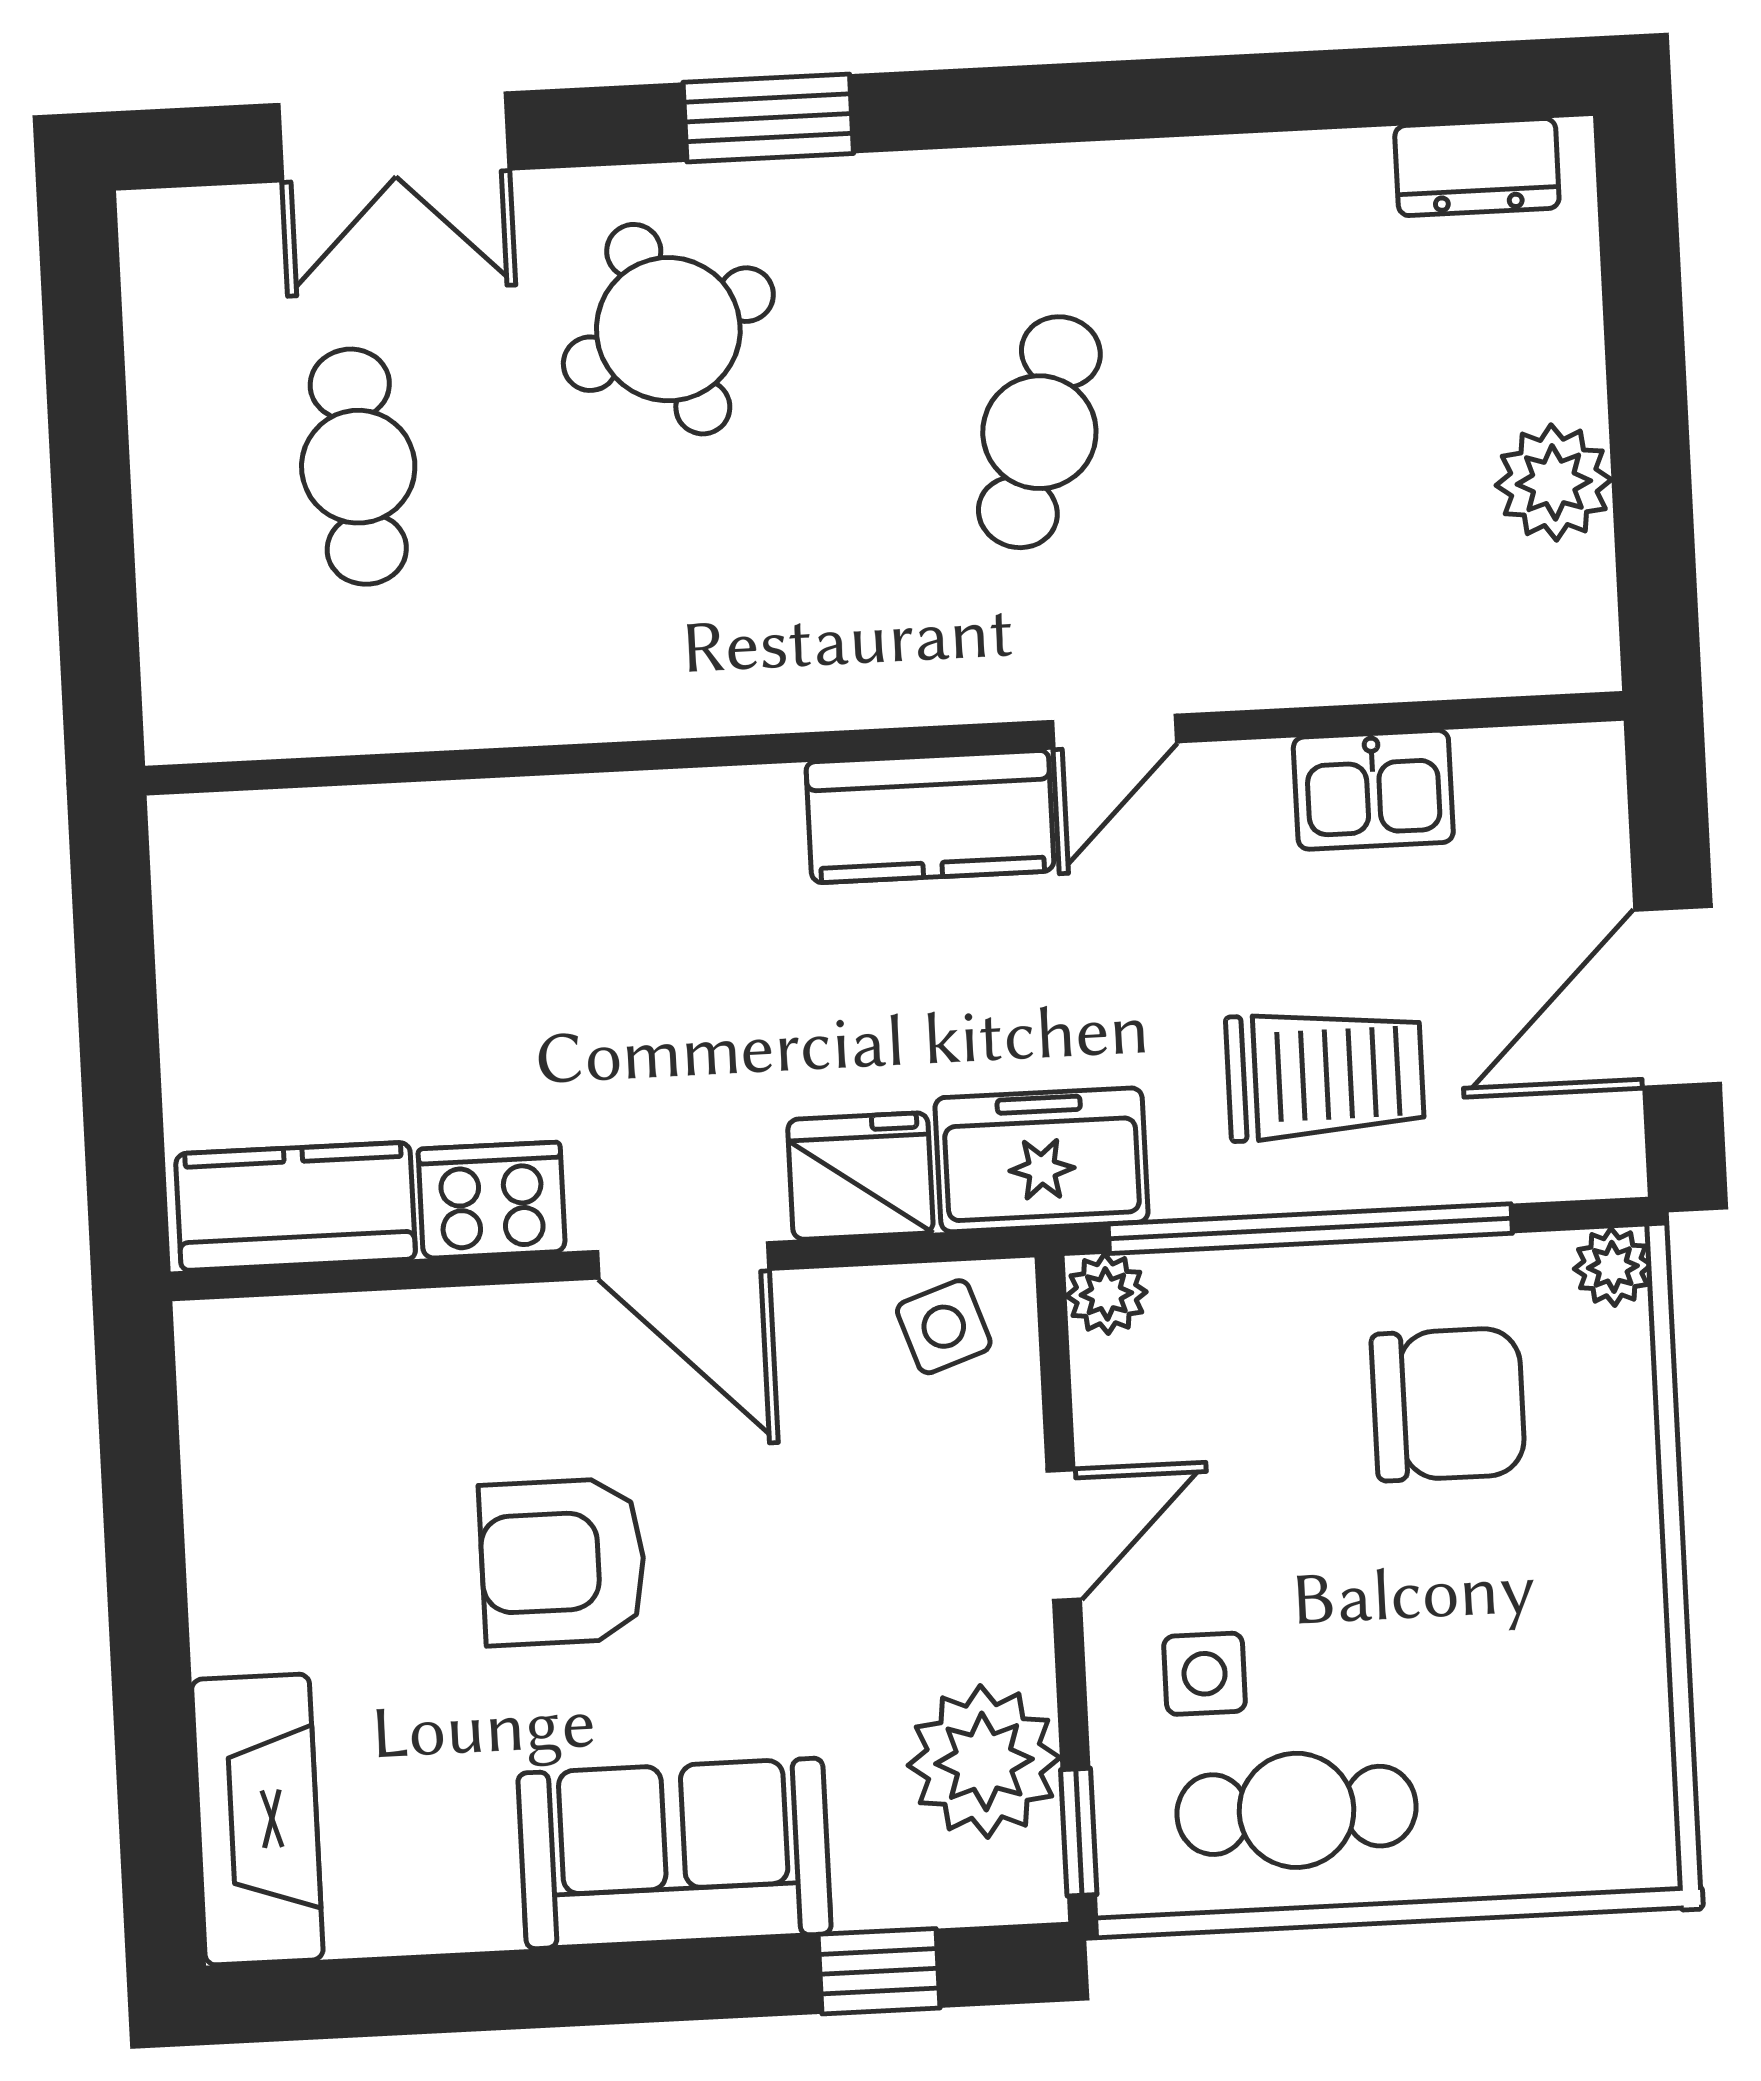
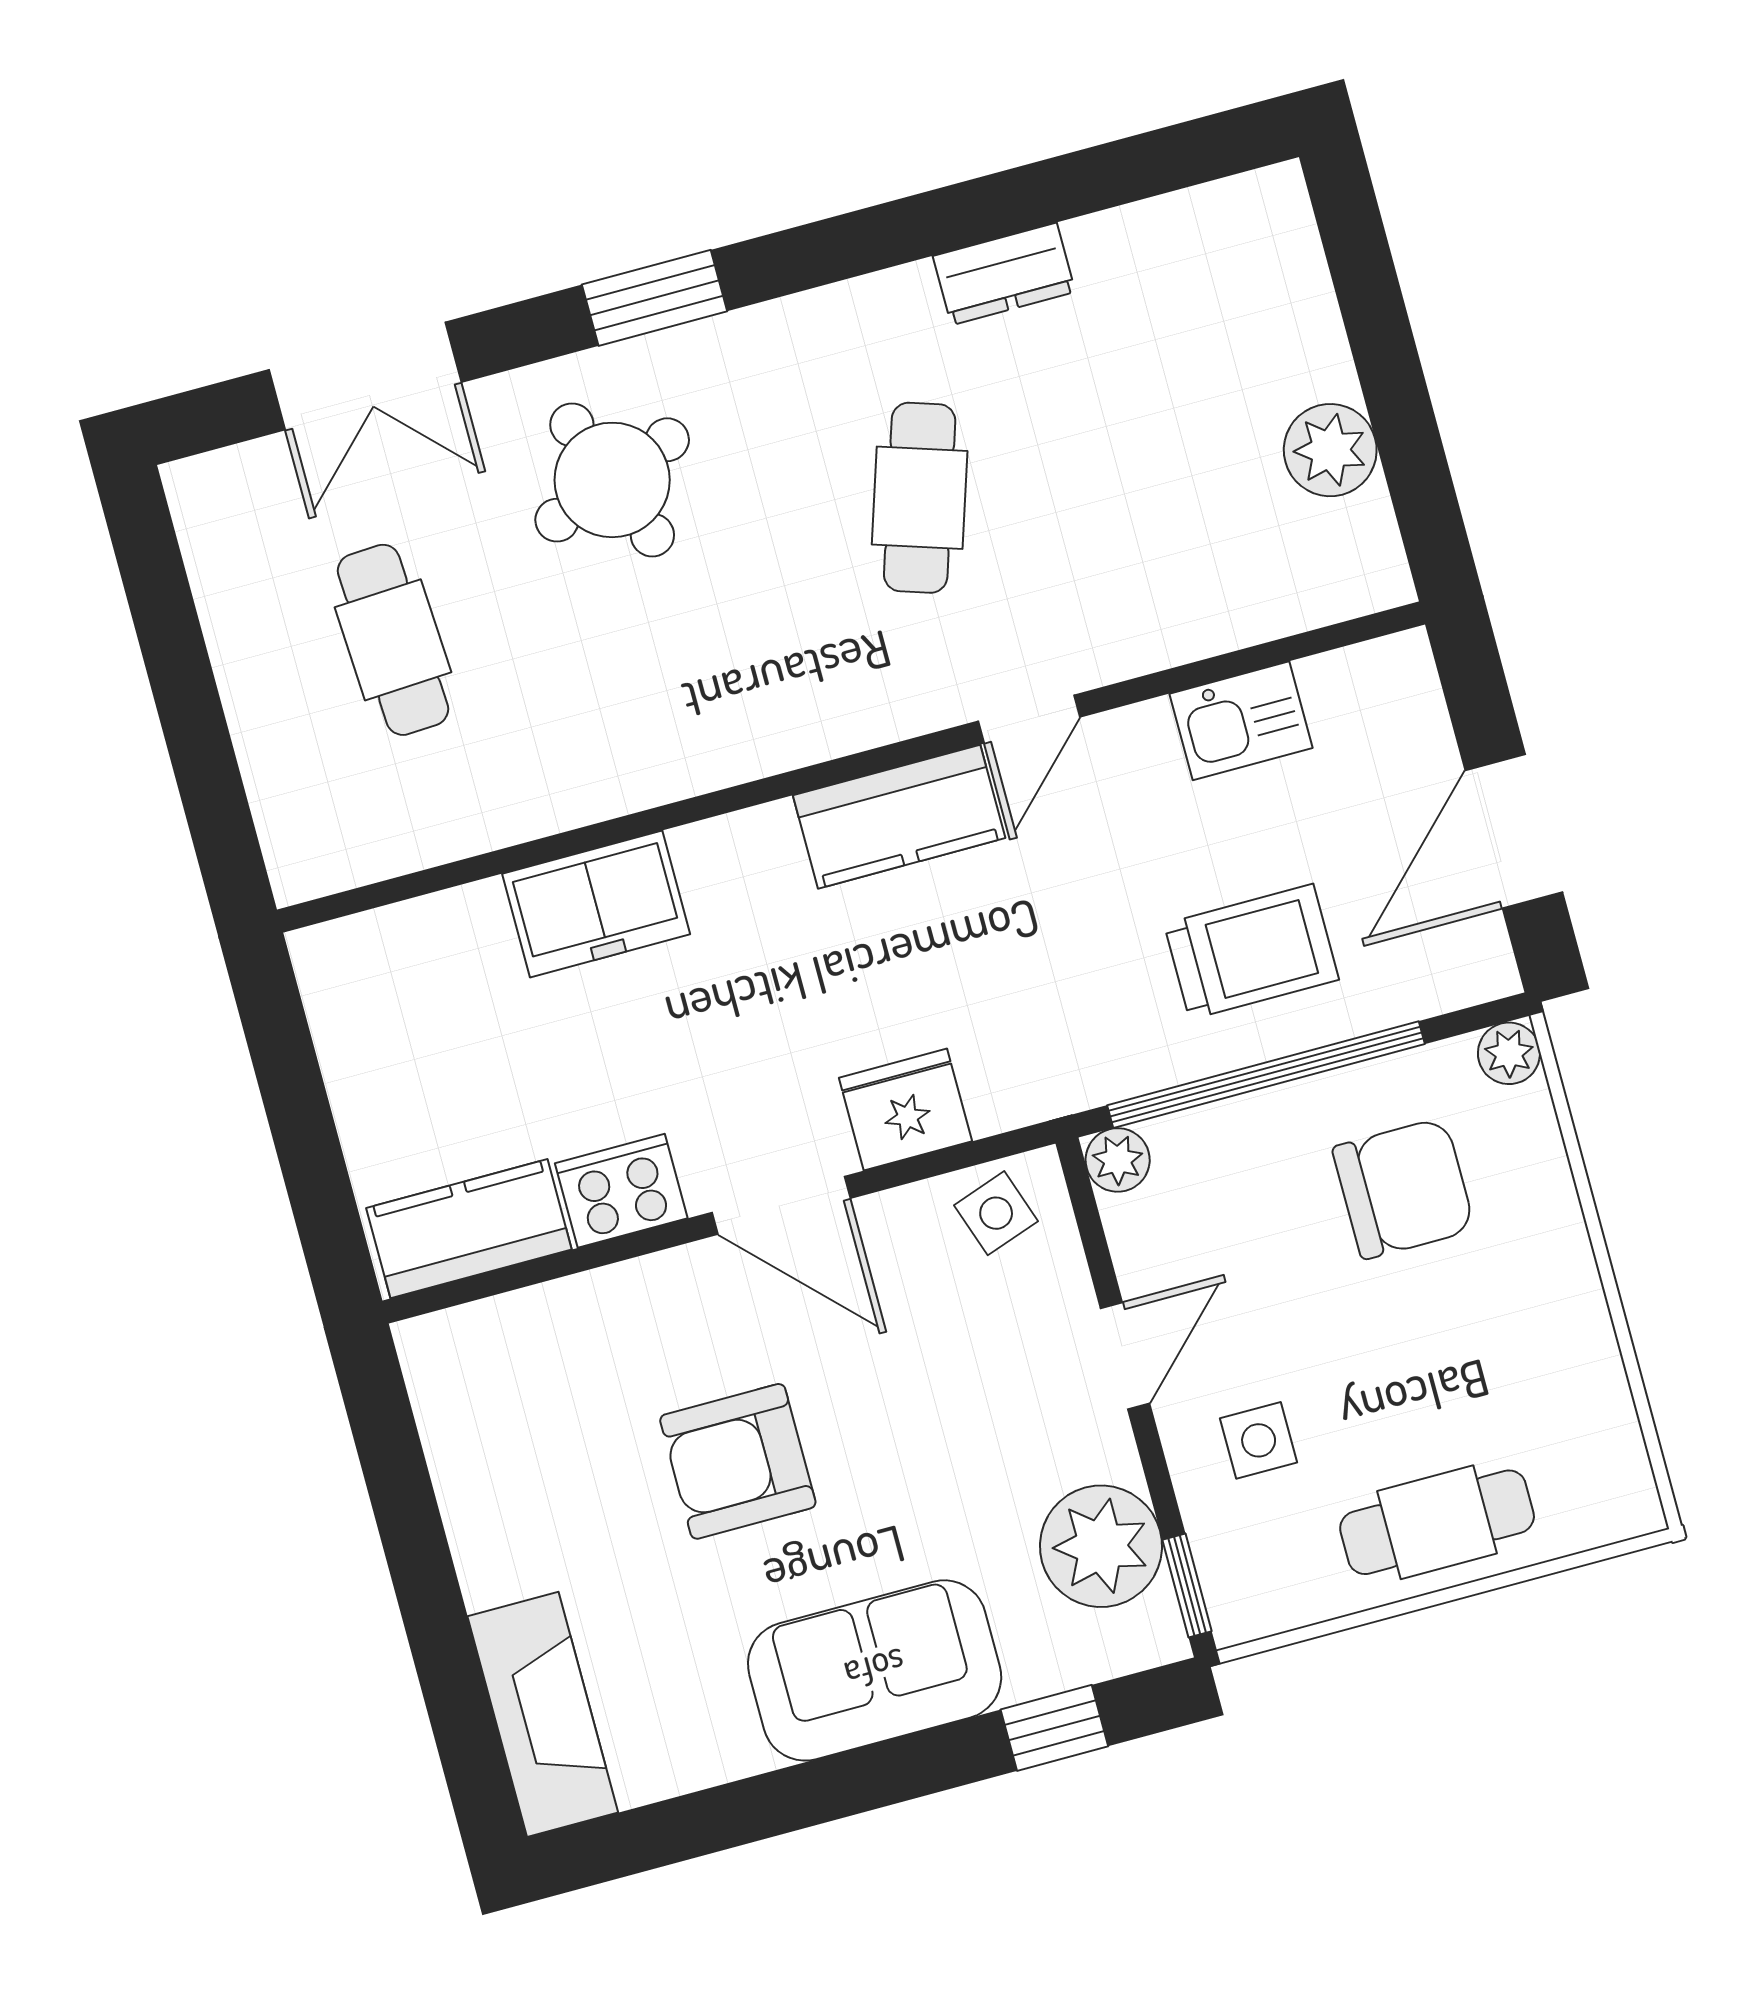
dresser: (1477, 167) -> (1004, 274), moved
freezer: (1041, 1160) -> (596, 904), moved, turned 180
cafe table: (1297, 1810) -> (1437, 1522), moved

